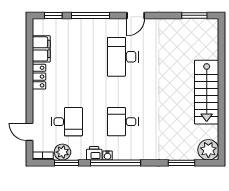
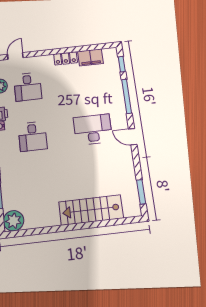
stairs: (207, 92) -> (91, 210), moved
desk: (123, 122) -> (33, 136), turned 180

